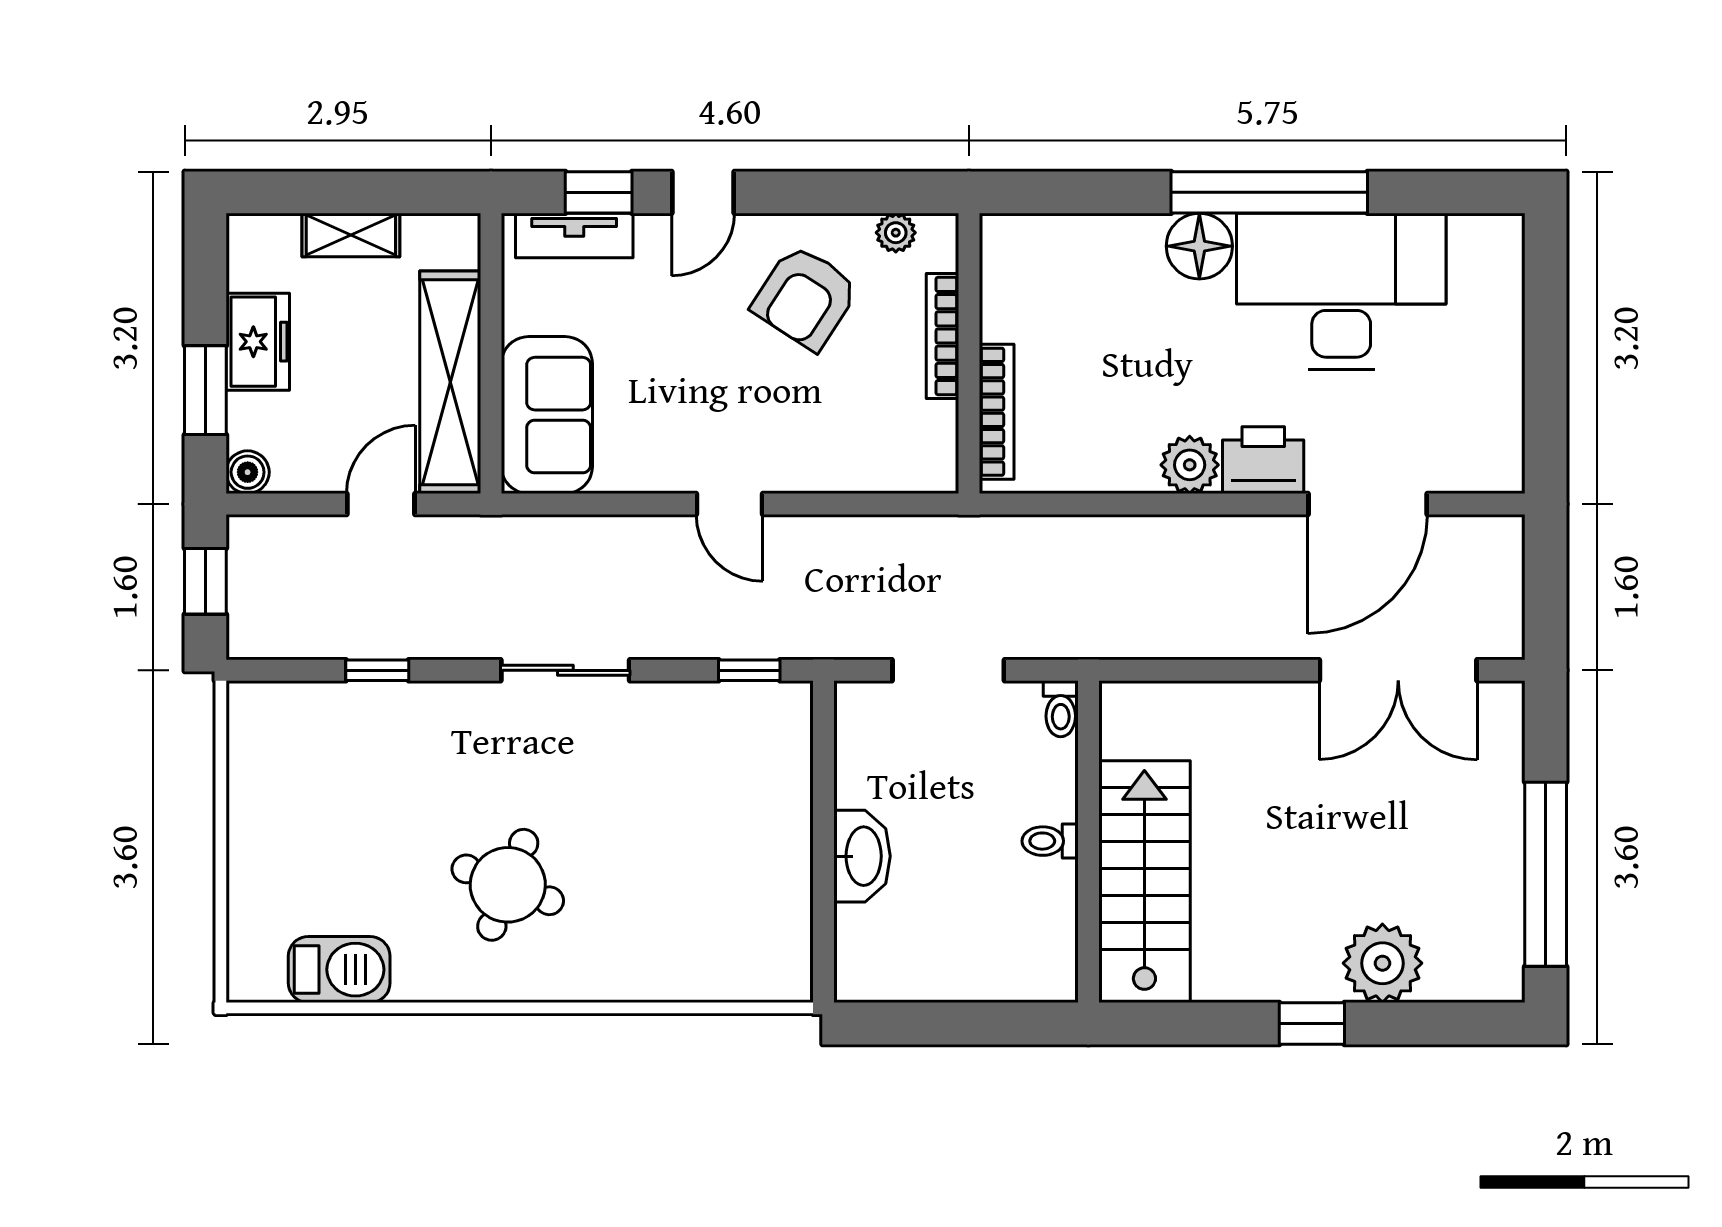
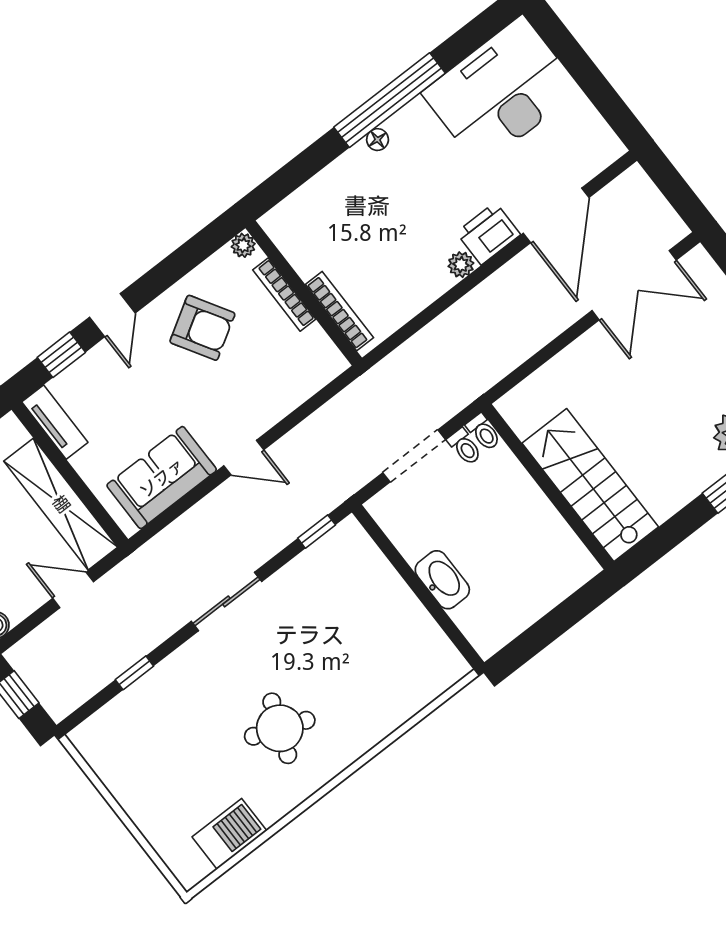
plant: (896, 233) -> (243, 245), moved
tv unit: (574, 236) -> (55, 422), moved, turned -90
floor lamp: (1199, 246) -> (378, 140), width x0.53, depth x0.53
desk: (1341, 291) -> (501, 91), moved
armchair: (805, 297) -> (202, 328), turned -64
sofa: (547, 415) -> (162, 478), moved, turned -90
plant: (1190, 465) -> (461, 265), width x0.73, depth x0.73
door: (381, 504) -> (73, 590), hinge flipped
toilet: (1050, 841) -> (465, 447), moved, turned -90

